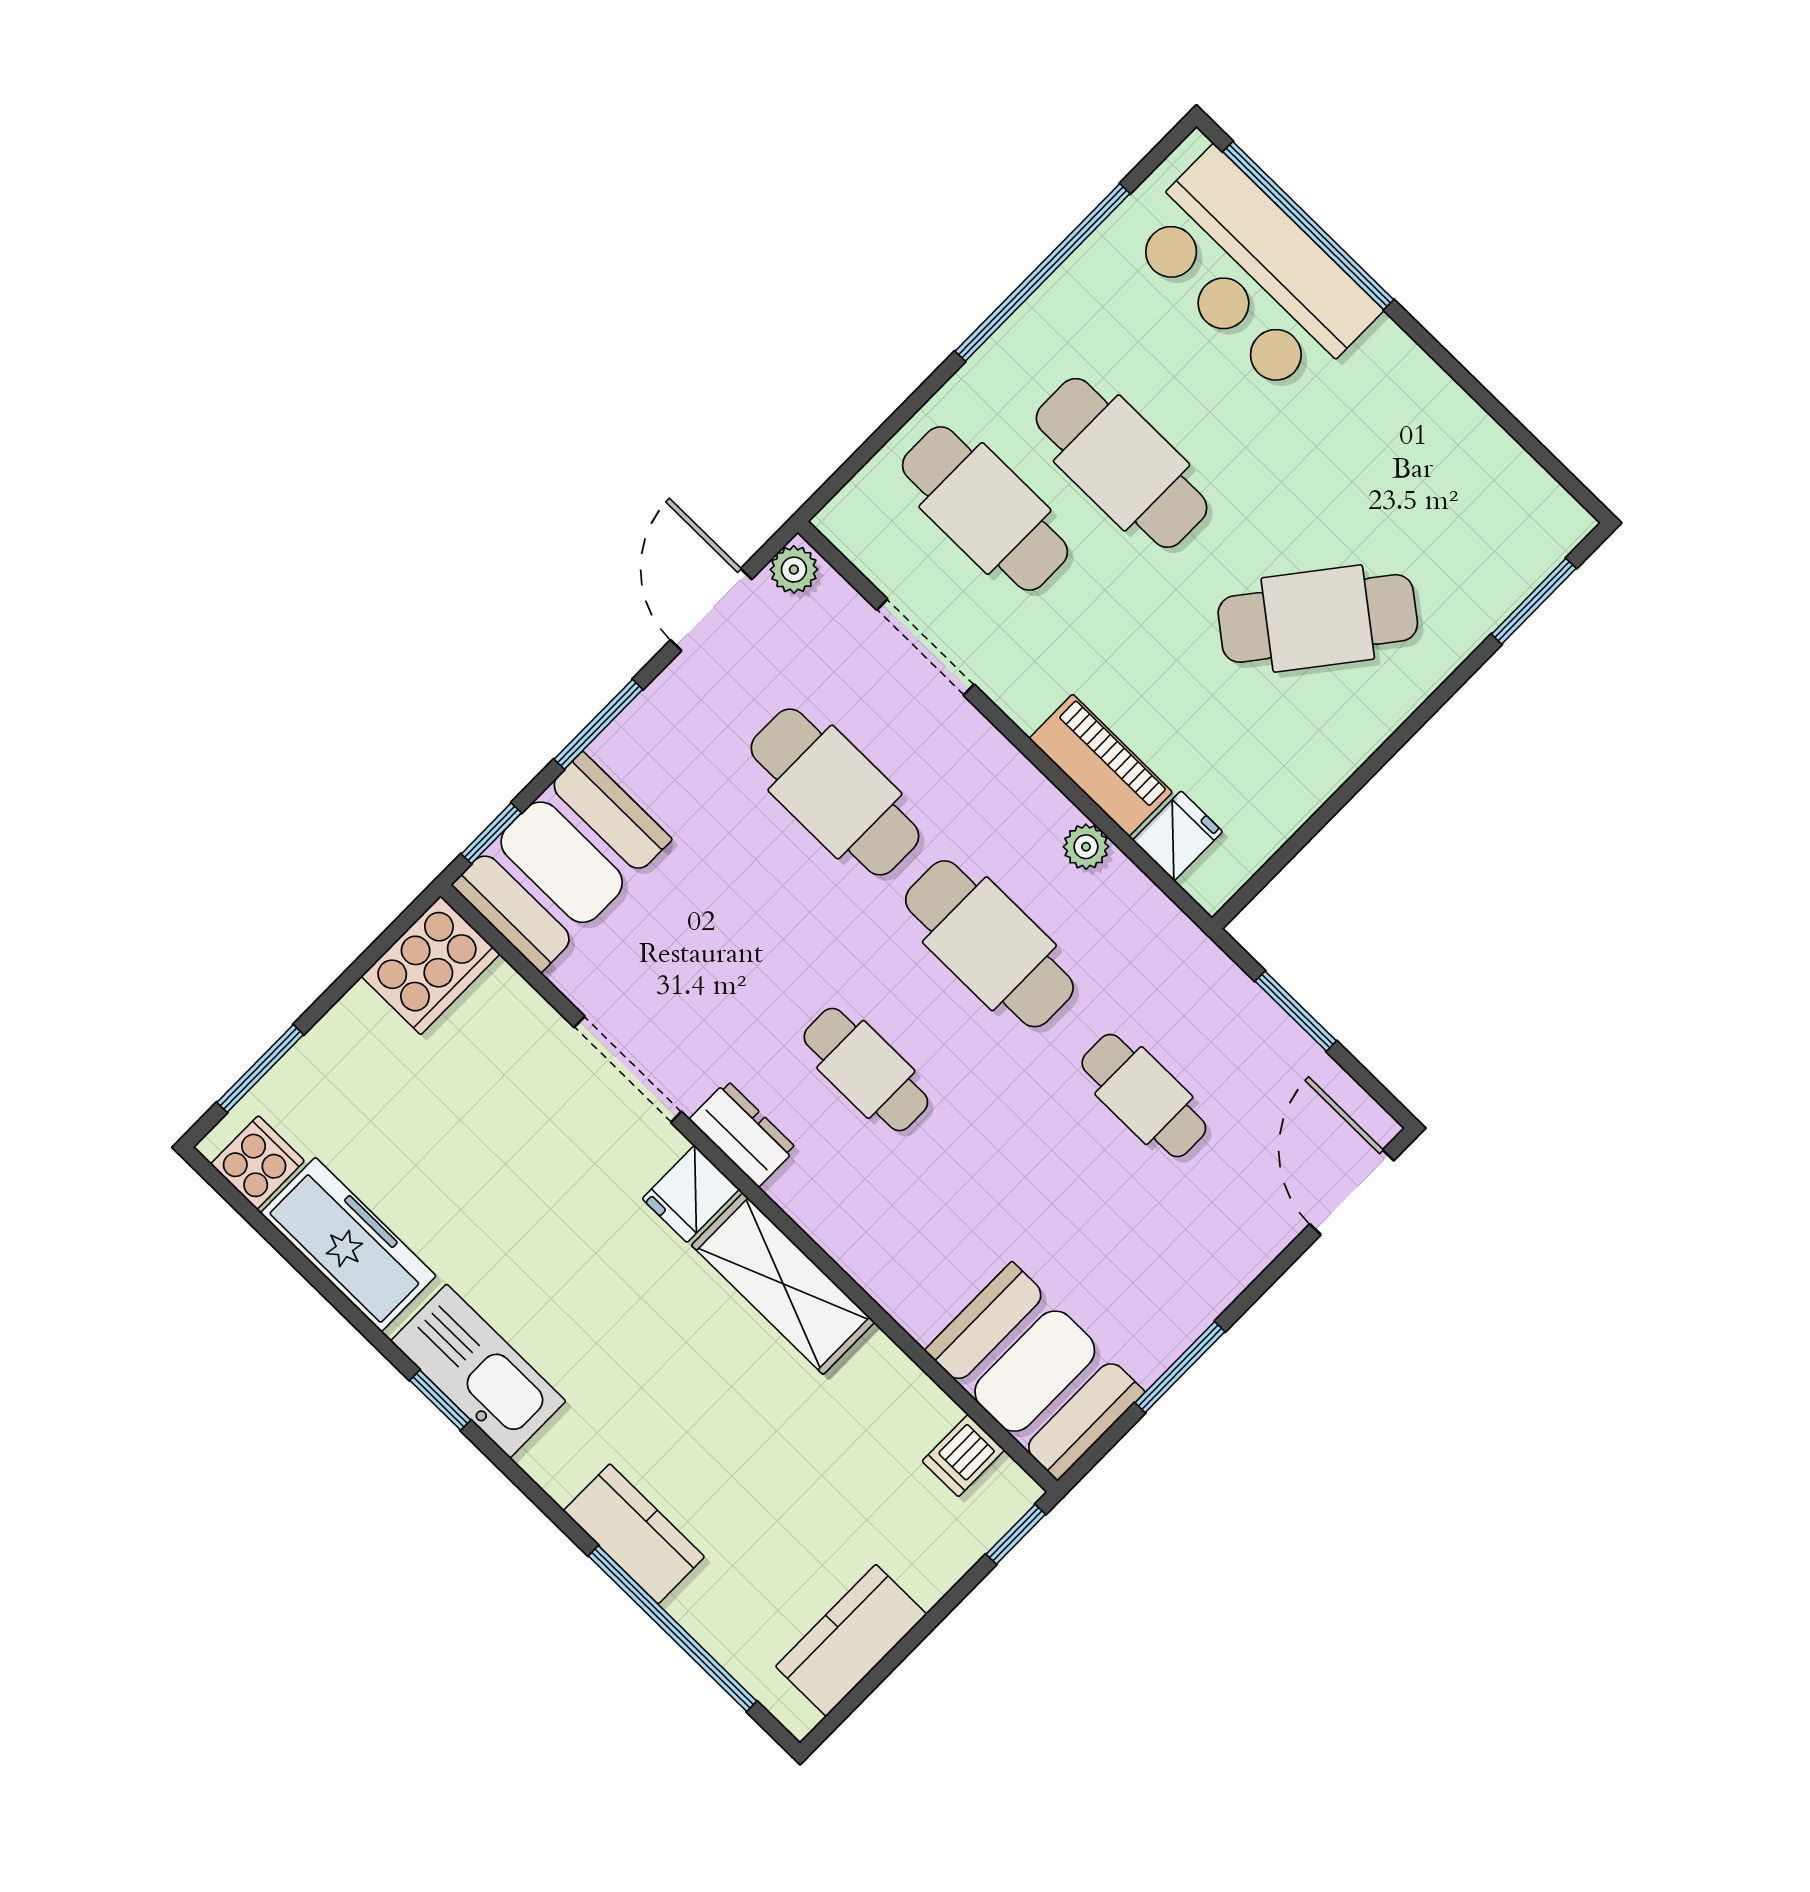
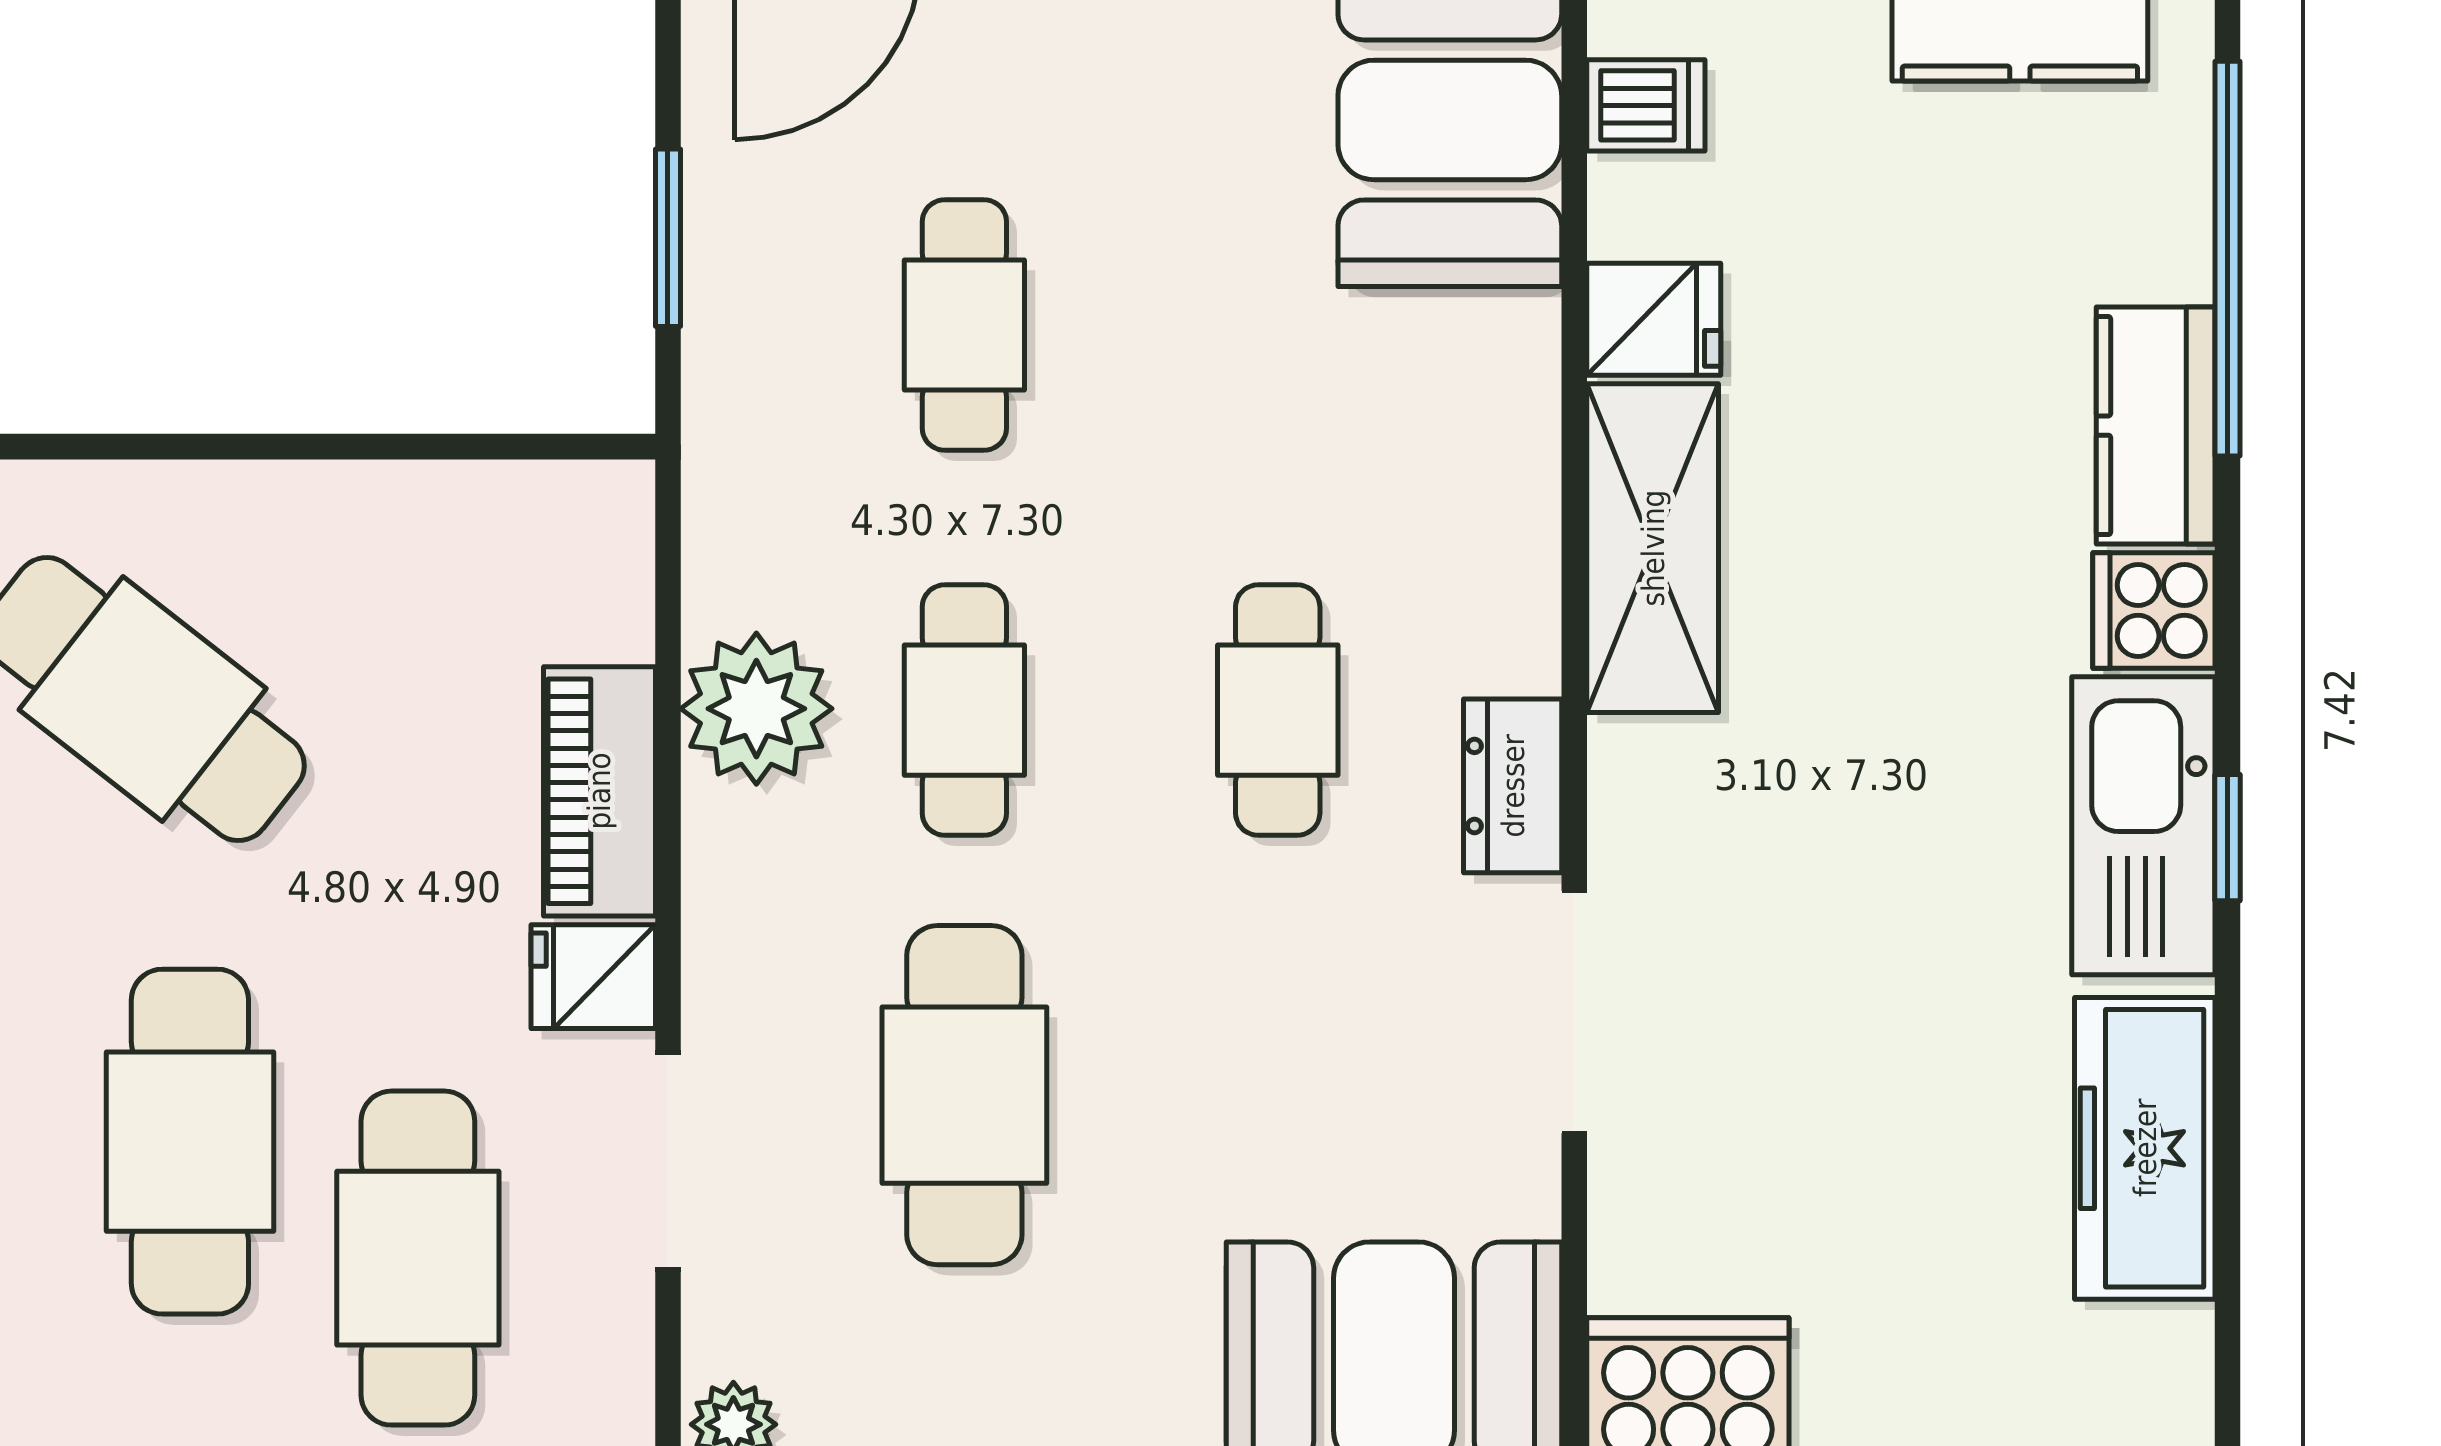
fridge: (1177, 836) -> (593, 977), moved
plant: (1086, 847) -> (756, 709), width x1.87, depth x1.87
cafe table: (989, 944) -> (964, 710), width x0.73, depth x0.74
cooker: (257, 1163) -> (2154, 610), moved
fridge: (691, 1194) -> (1654, 319), moved

